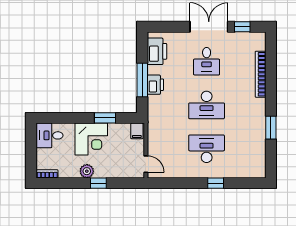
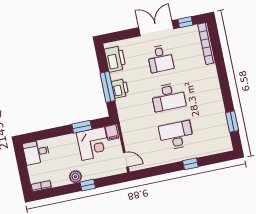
bookcase: (261, 74) -> (206, 43), moved
window: (271, 128) -> (232, 122), moved
corner desk: (91, 139) -> (93, 144), moved

